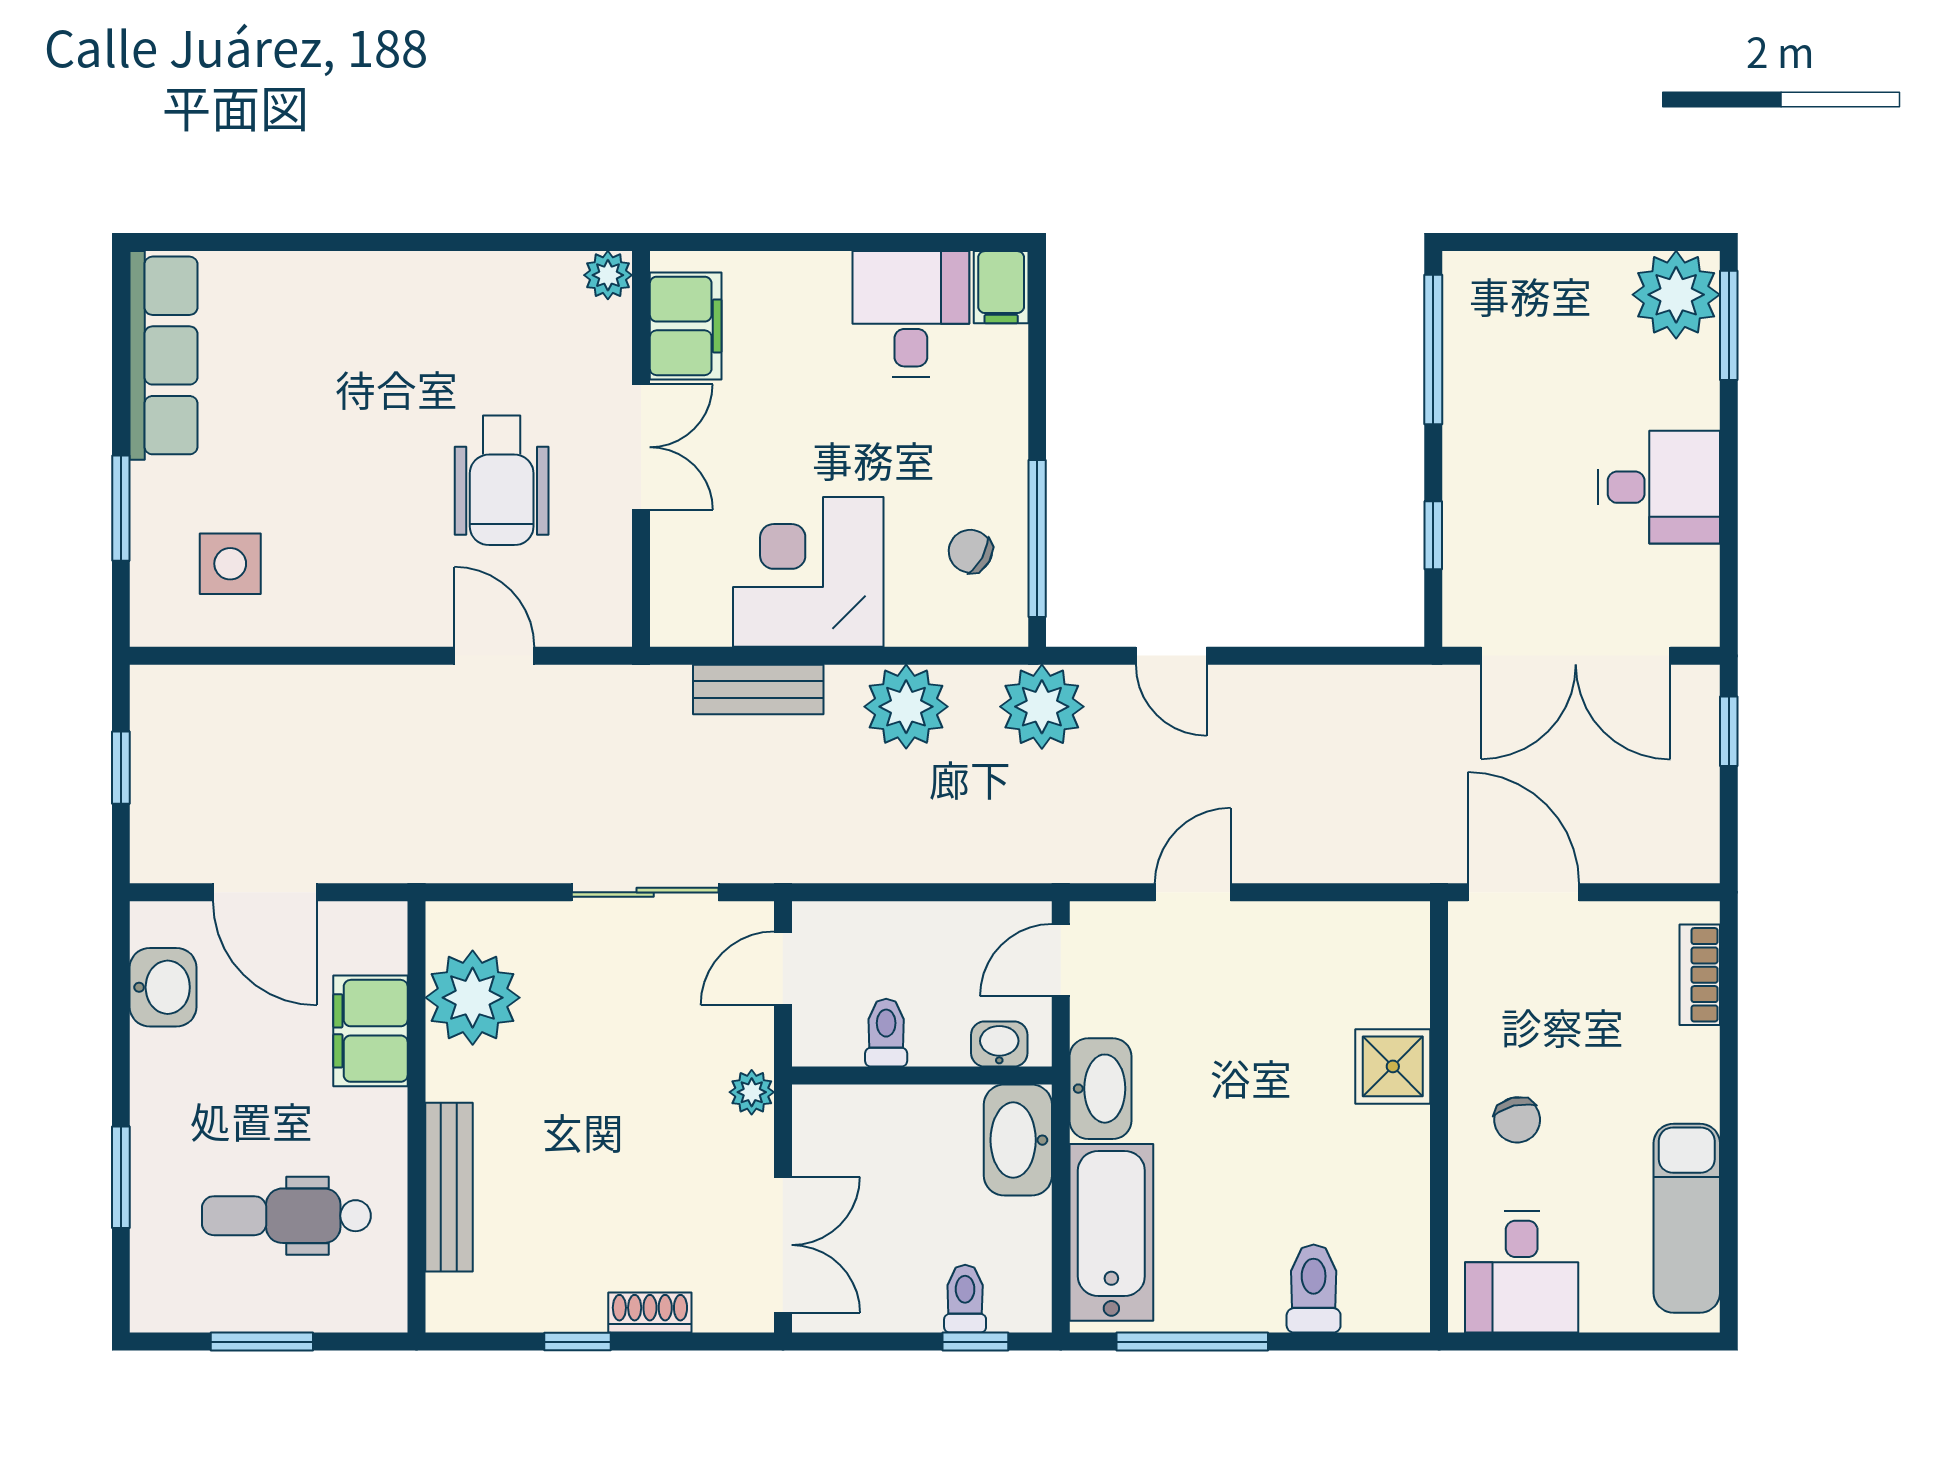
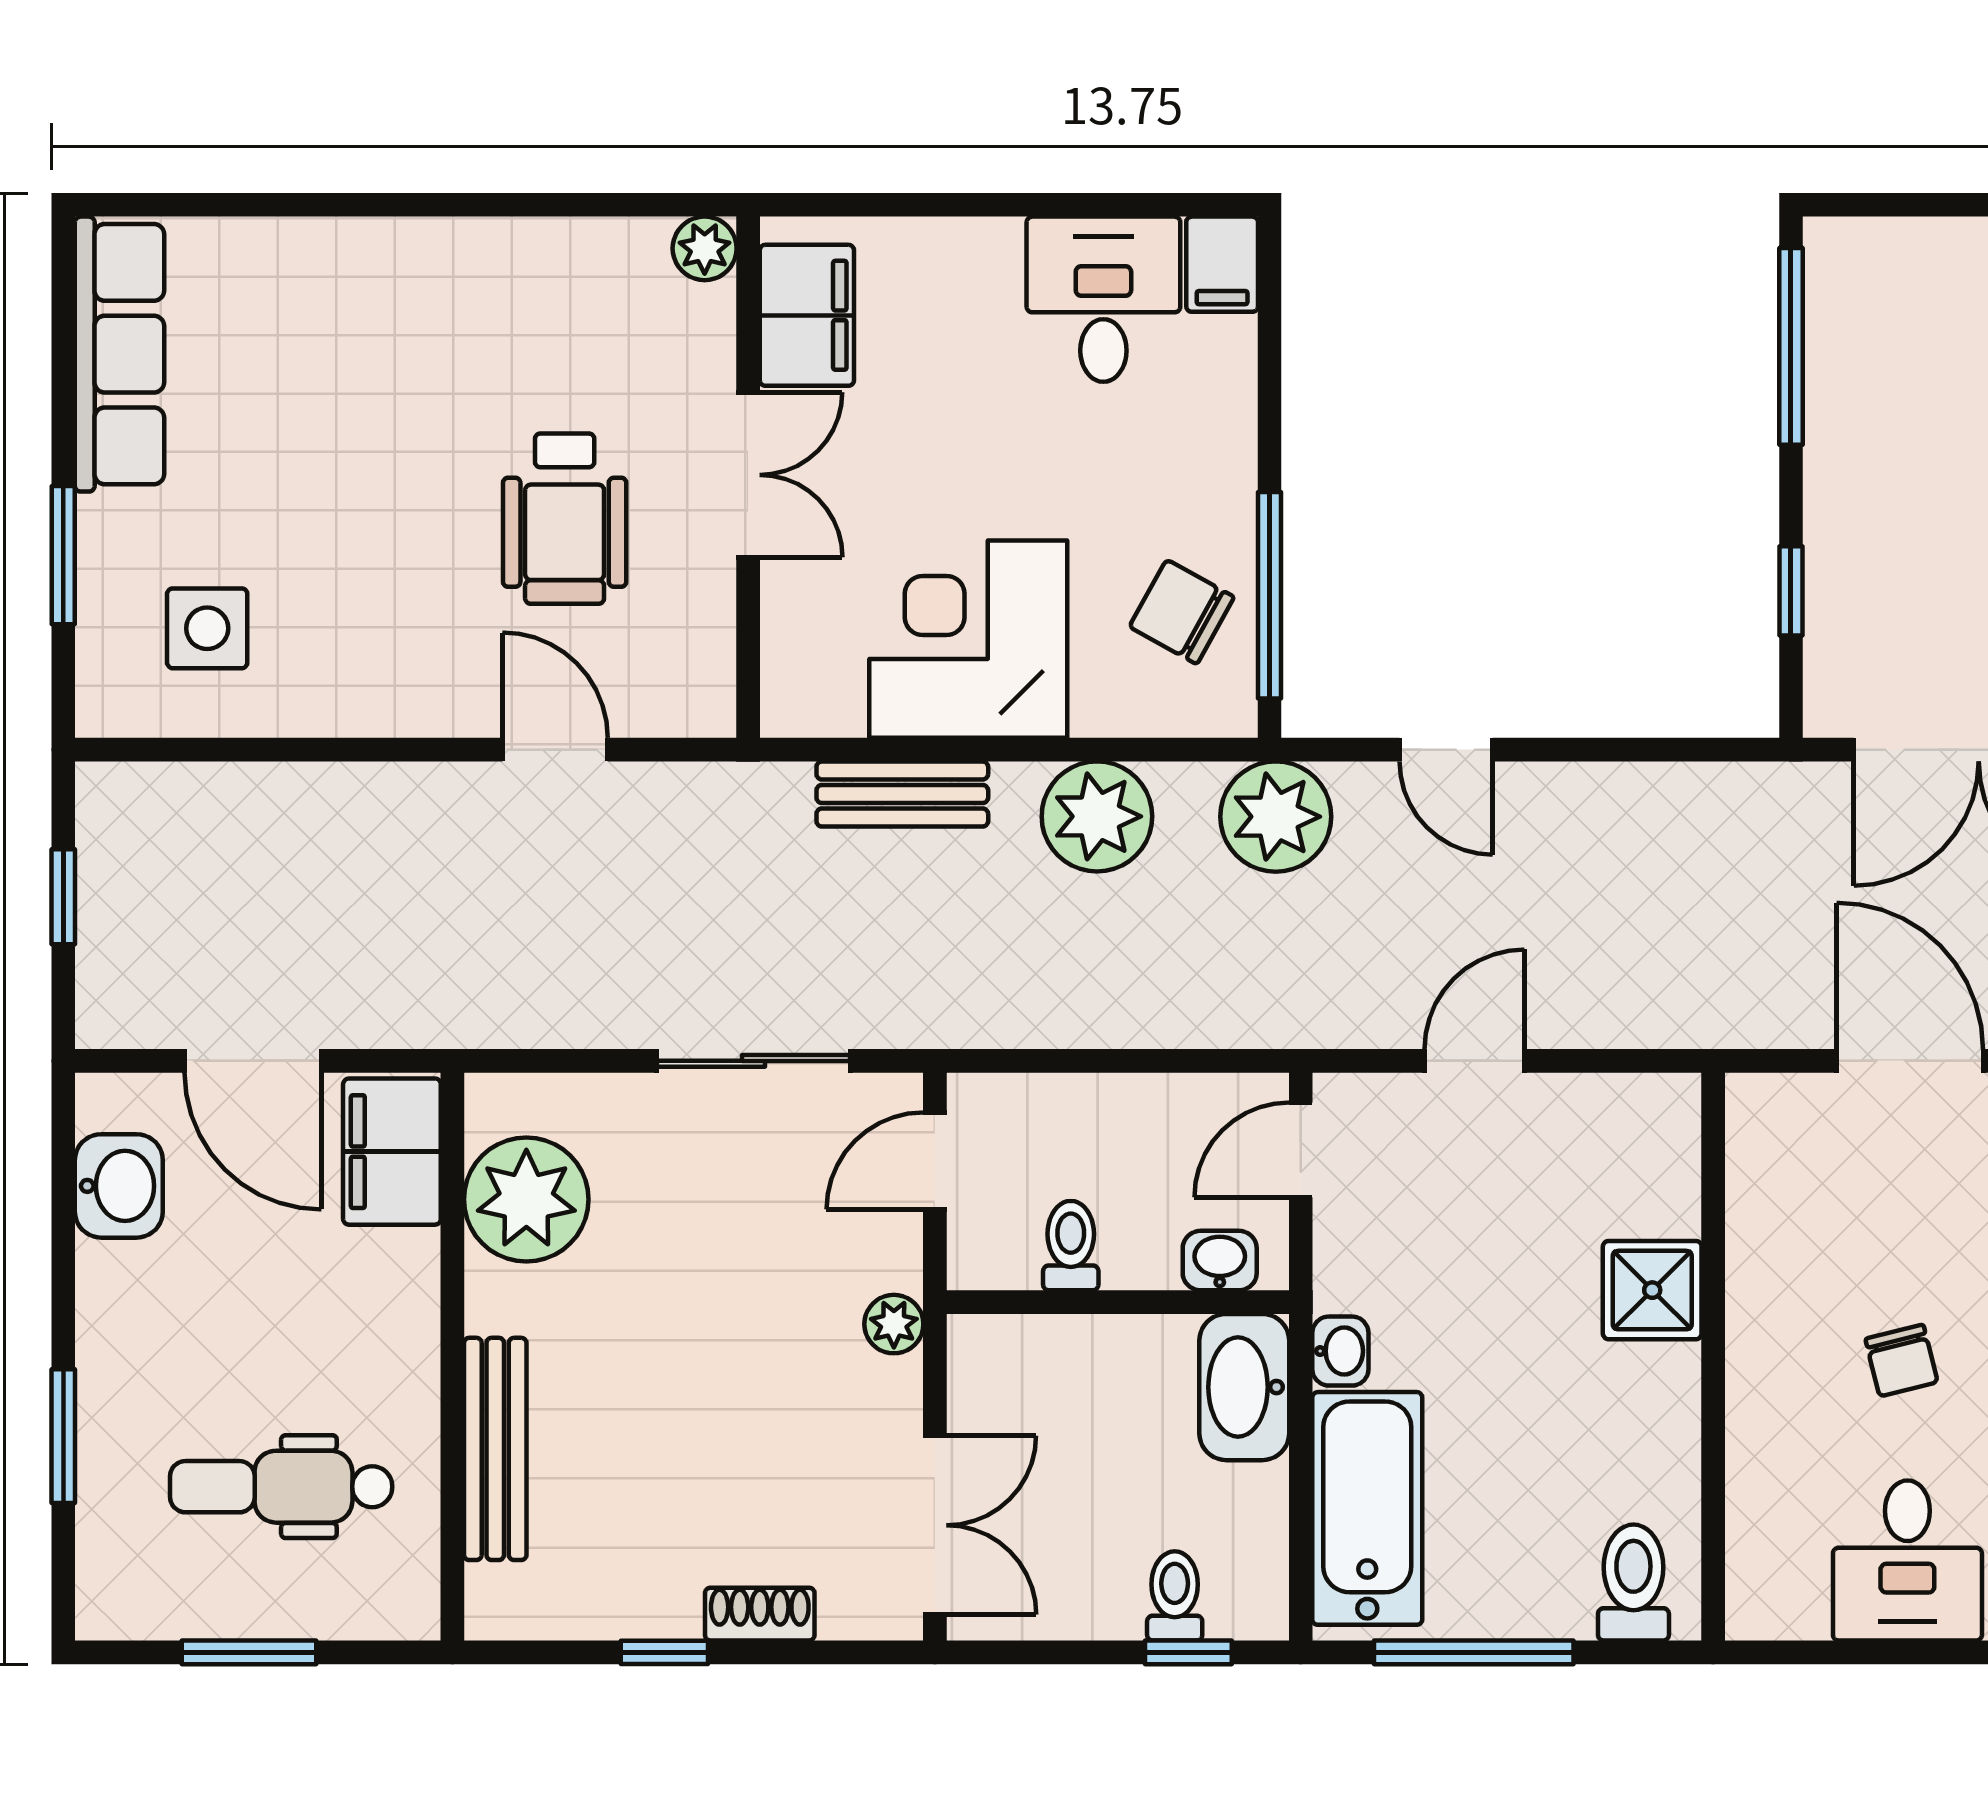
chair: (970, 551) -> (1182, 612), width x1.37, depth x1.37
filing cabinet: (371, 1031) -> (392, 1152), moved
shower: (1393, 1066) -> (1652, 1290), moved
washbasin: (1100, 1089) -> (1340, 1351), width x0.52, depth x0.69
wall: (1439, 1117) -> (1713, 1357), moved

